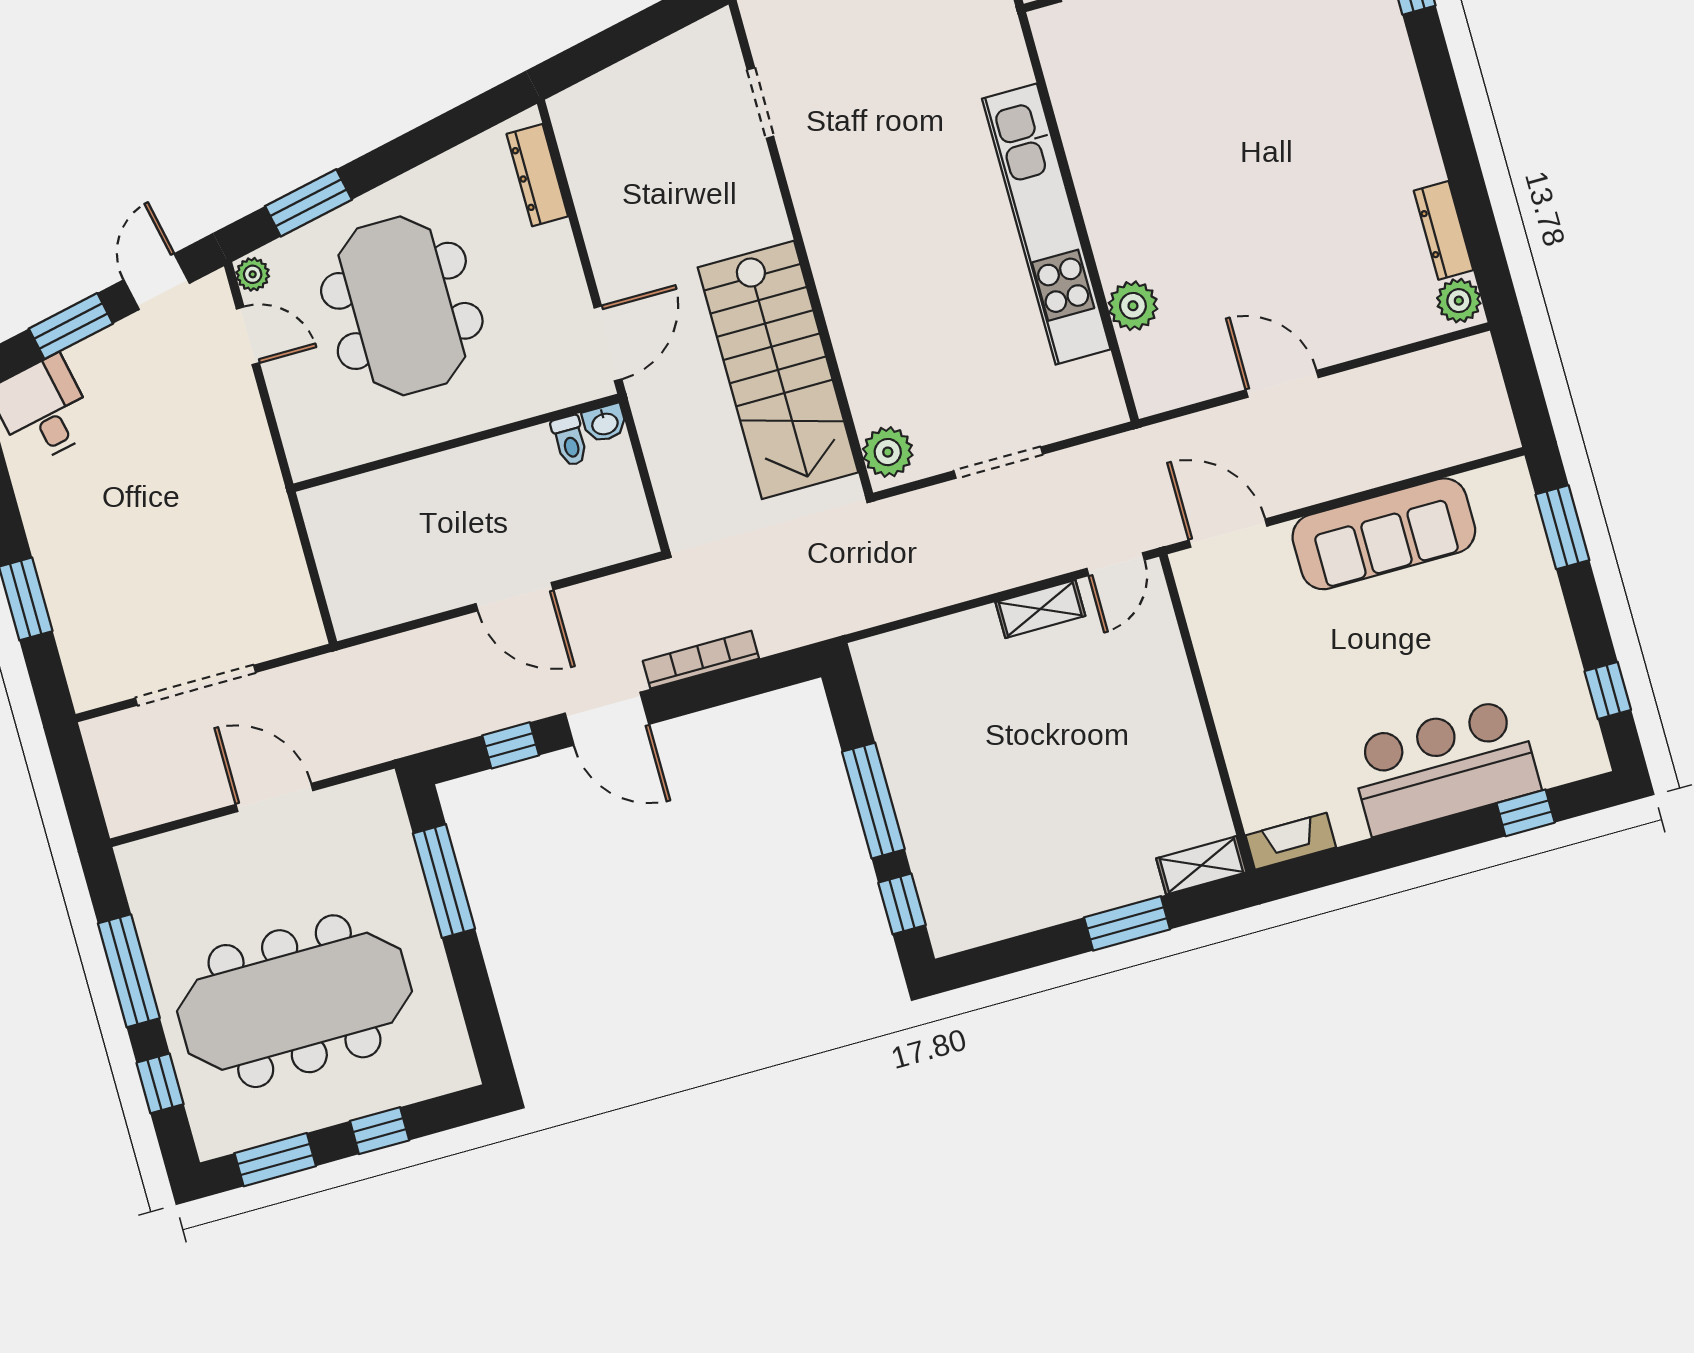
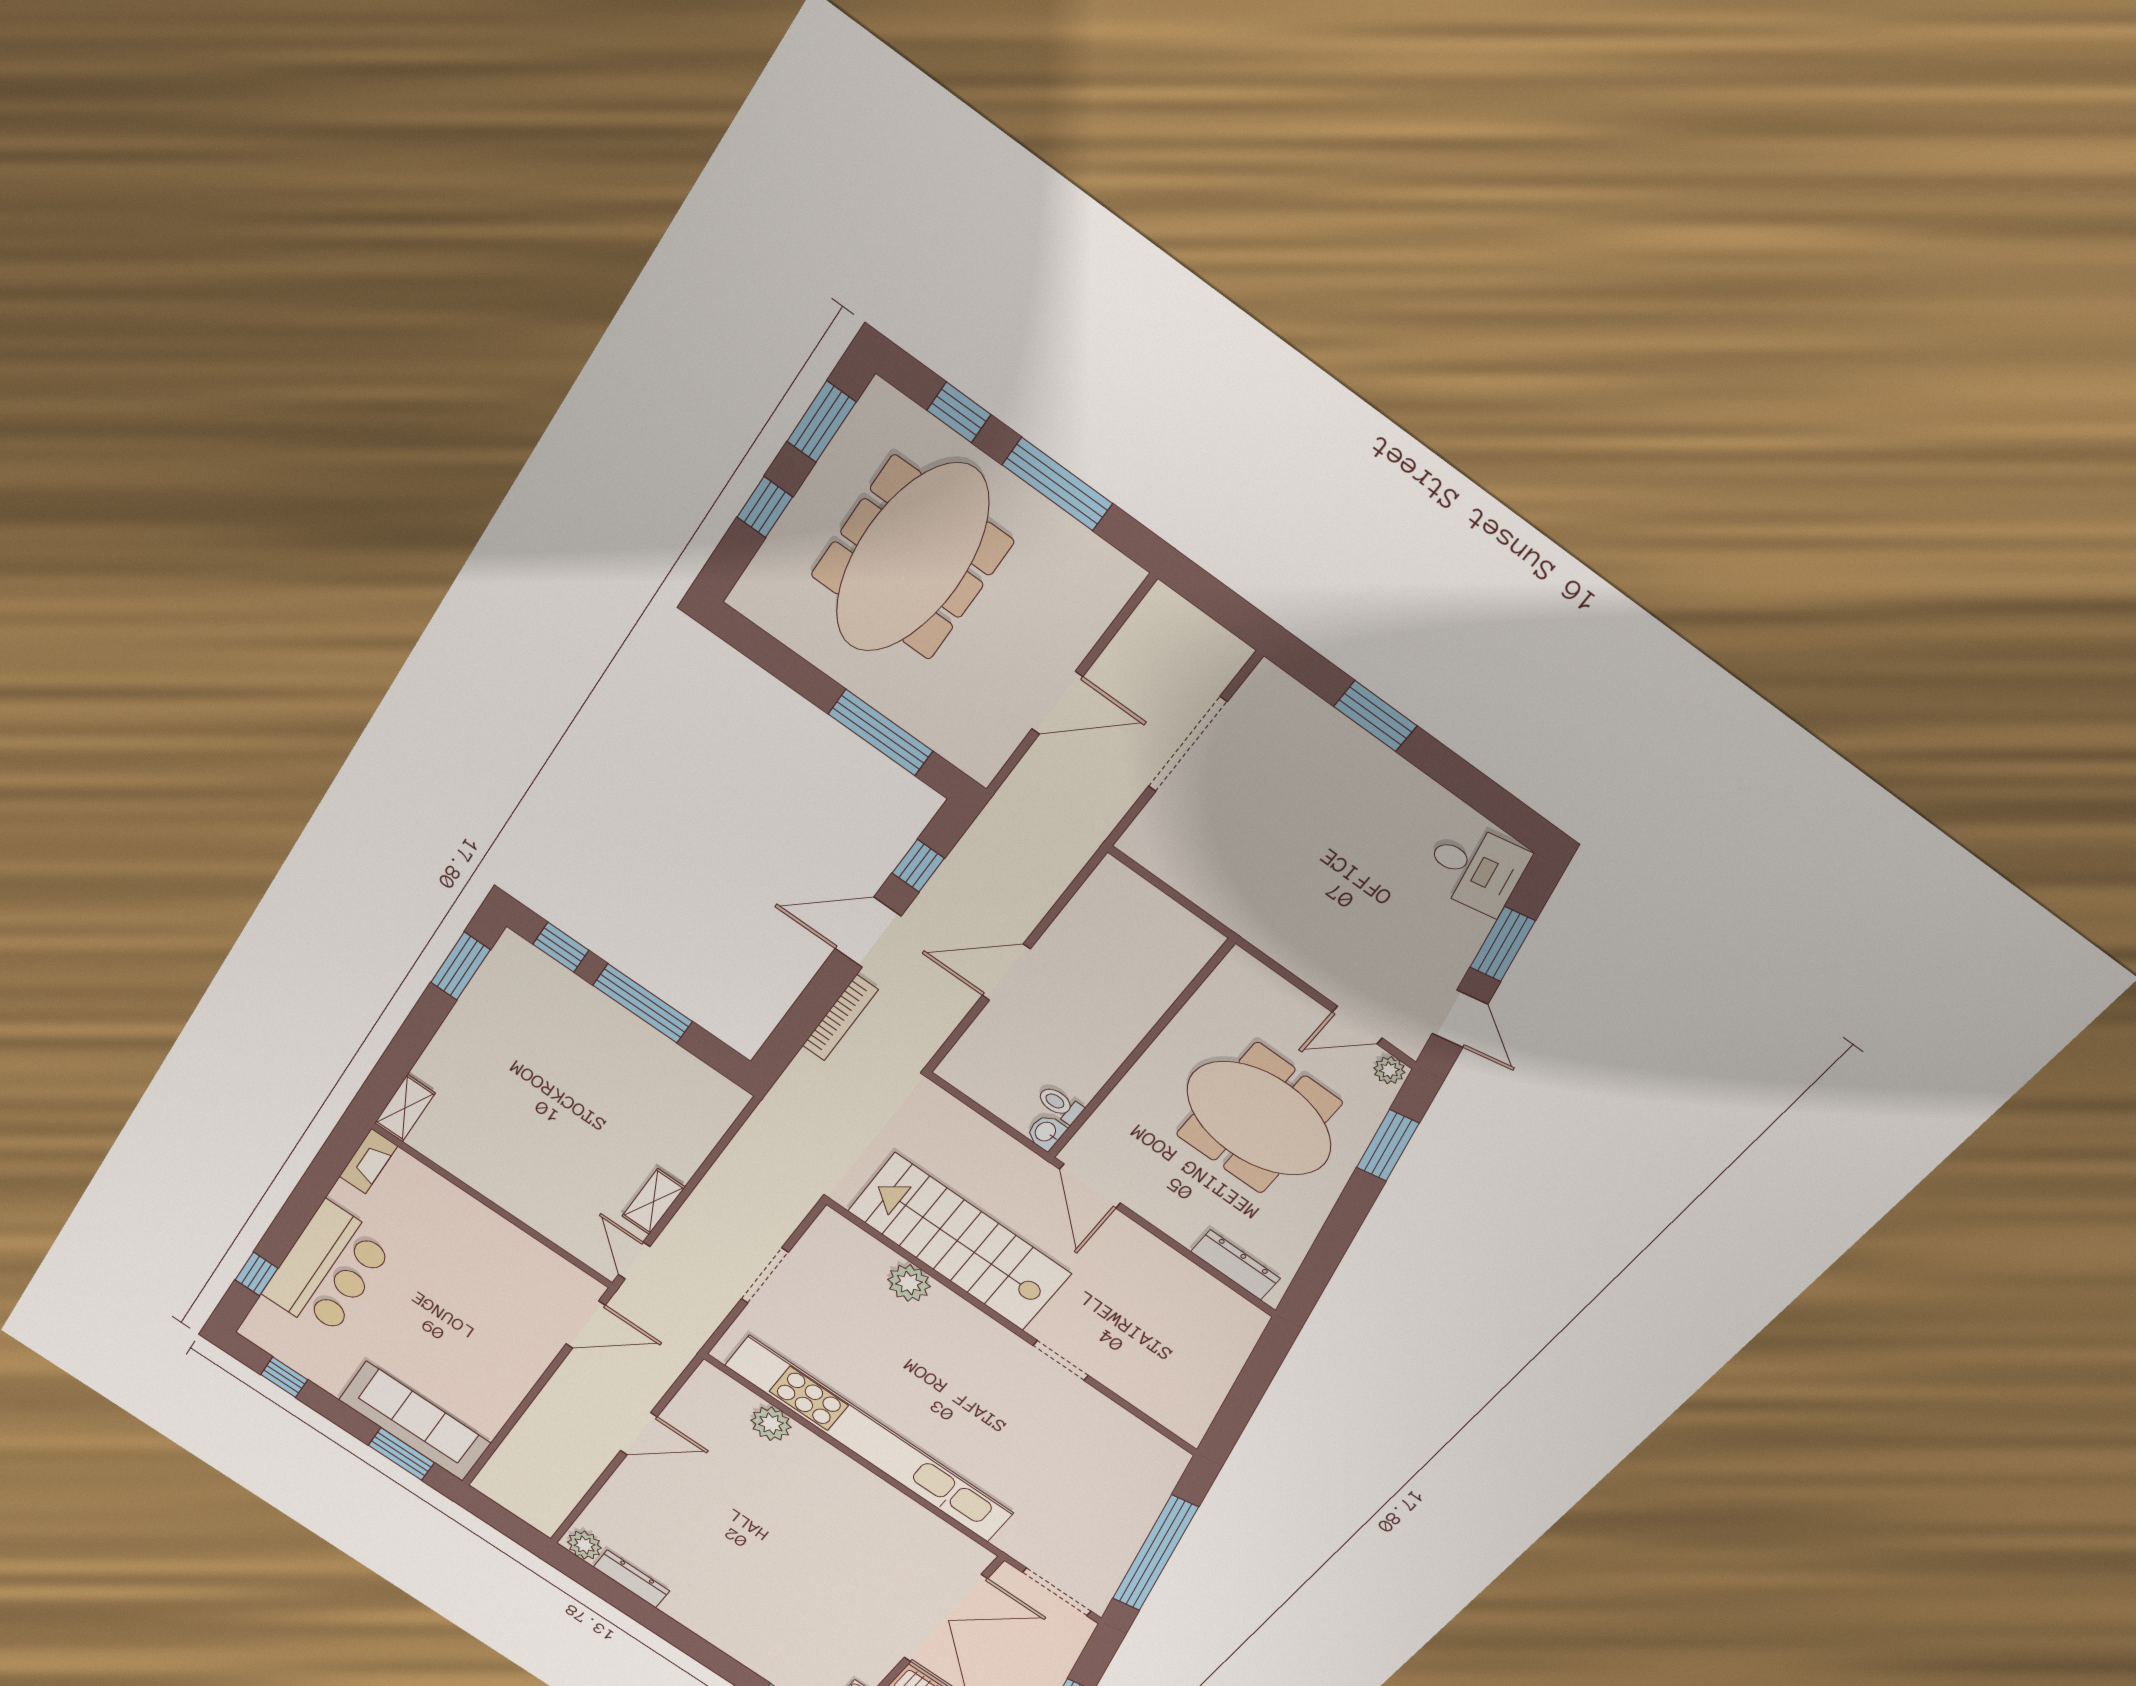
doorway: (760, 103) -> (1061, 1360), moved
kitchen unit: (1046, 224) -> (870, 1439), width x1.36
plant: (888, 452) -> (909, 1283), moved
sofa: (1384, 534) -> (415, 1421), moved, turned 90
window: (1127, 923) -> (461, 966), moved

